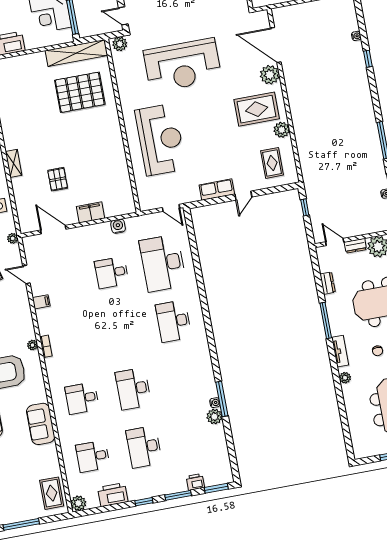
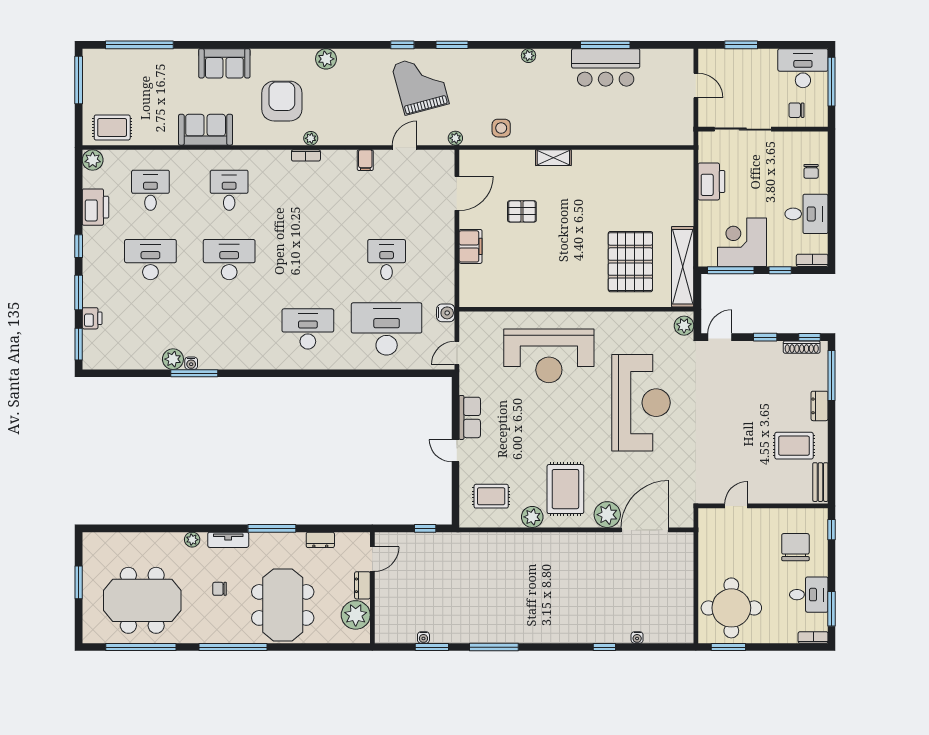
reception desk: (182, 65) -> (641, 403), turned 180
water cooler: (118, 226) -> (446, 313), moved

